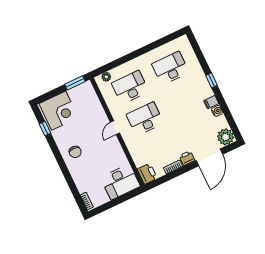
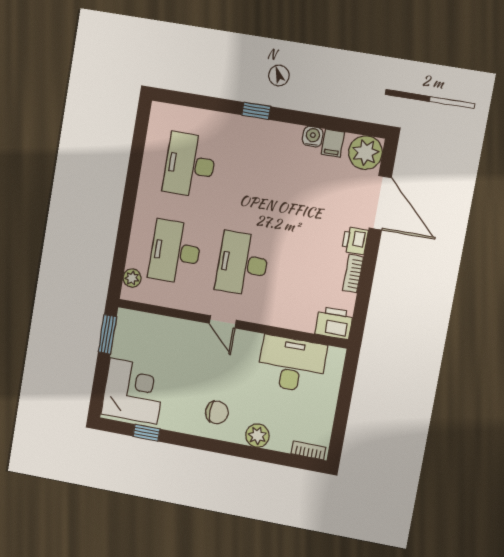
filing cabinet: (211, 102) -> (333, 143), moved
plant: (78, 176) -> (257, 436), added
desk: (120, 182) -> (292, 364), moved, turned -90

